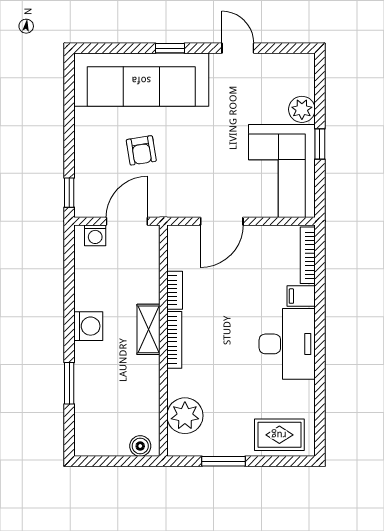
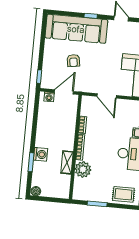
door: (222, 221) -> (107, 96), hinge flipped
washing machine: (88, 326) -> (40, 154), moved
shelving: (148, 329) -> (67, 162), moved
plant: (185, 416) -> (83, 169), moved
boiler: (140, 446) -> (36, 191), moved

